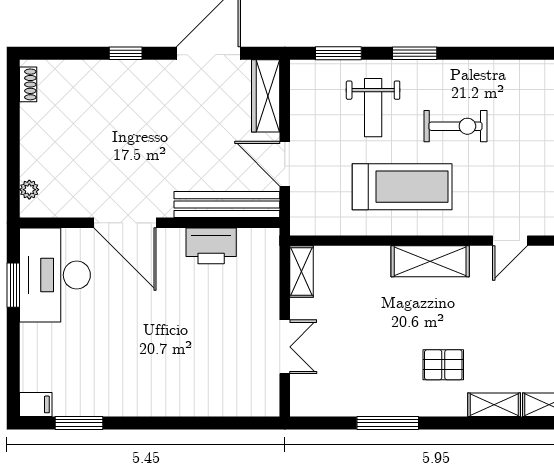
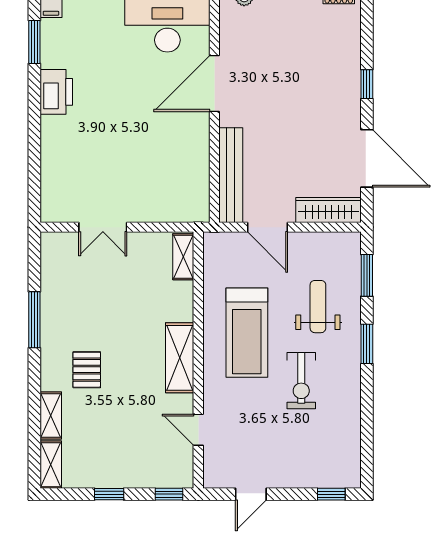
weight bench: (373, 108) -> (318, 307), turned 90
door: (285, 164) -> (268, 227), swing flipped
printer: (211, 246) -> (56, 92), moved, turned 180
shelving: (301, 272) -> (183, 257), moved, turned 90

